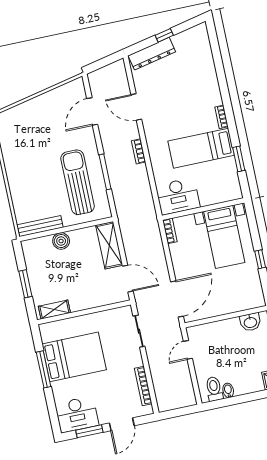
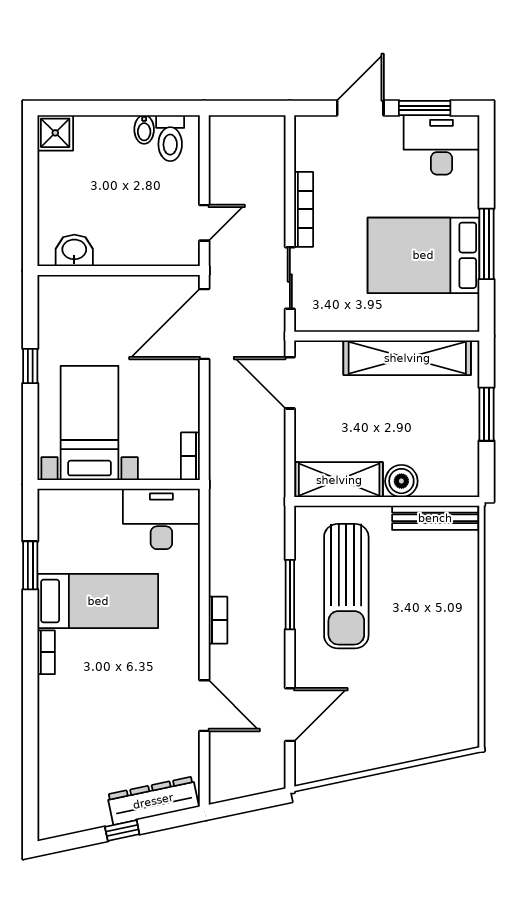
shelving: (109, 245) -> (339, 480), moved, turned 90
shelving: (54, 310) -> (407, 358), width x2.20, depth x1.33
bookcase: (143, 386) -> (304, 209), moved

